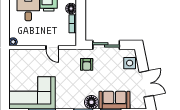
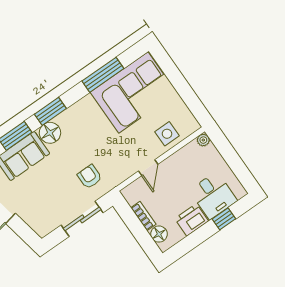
door: (52, 48) -> (148, 168), swing flipped
side table: (130, 63) -> (167, 134), moved

